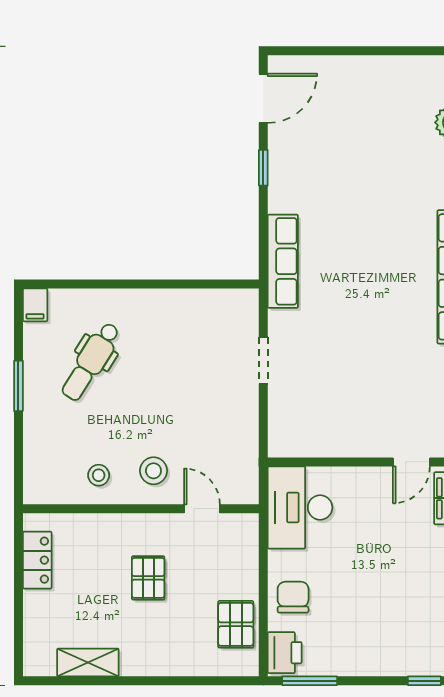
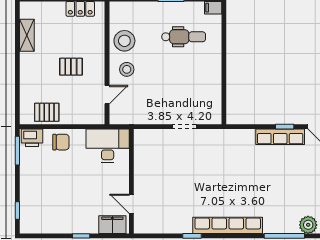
row of seats: (283, 261) -> (280, 137), moved
dental chair: (91, 362) -> (184, 37), turned 148
stool: (99, 475) -> (124, 41), width x1.89, depth x1.89

